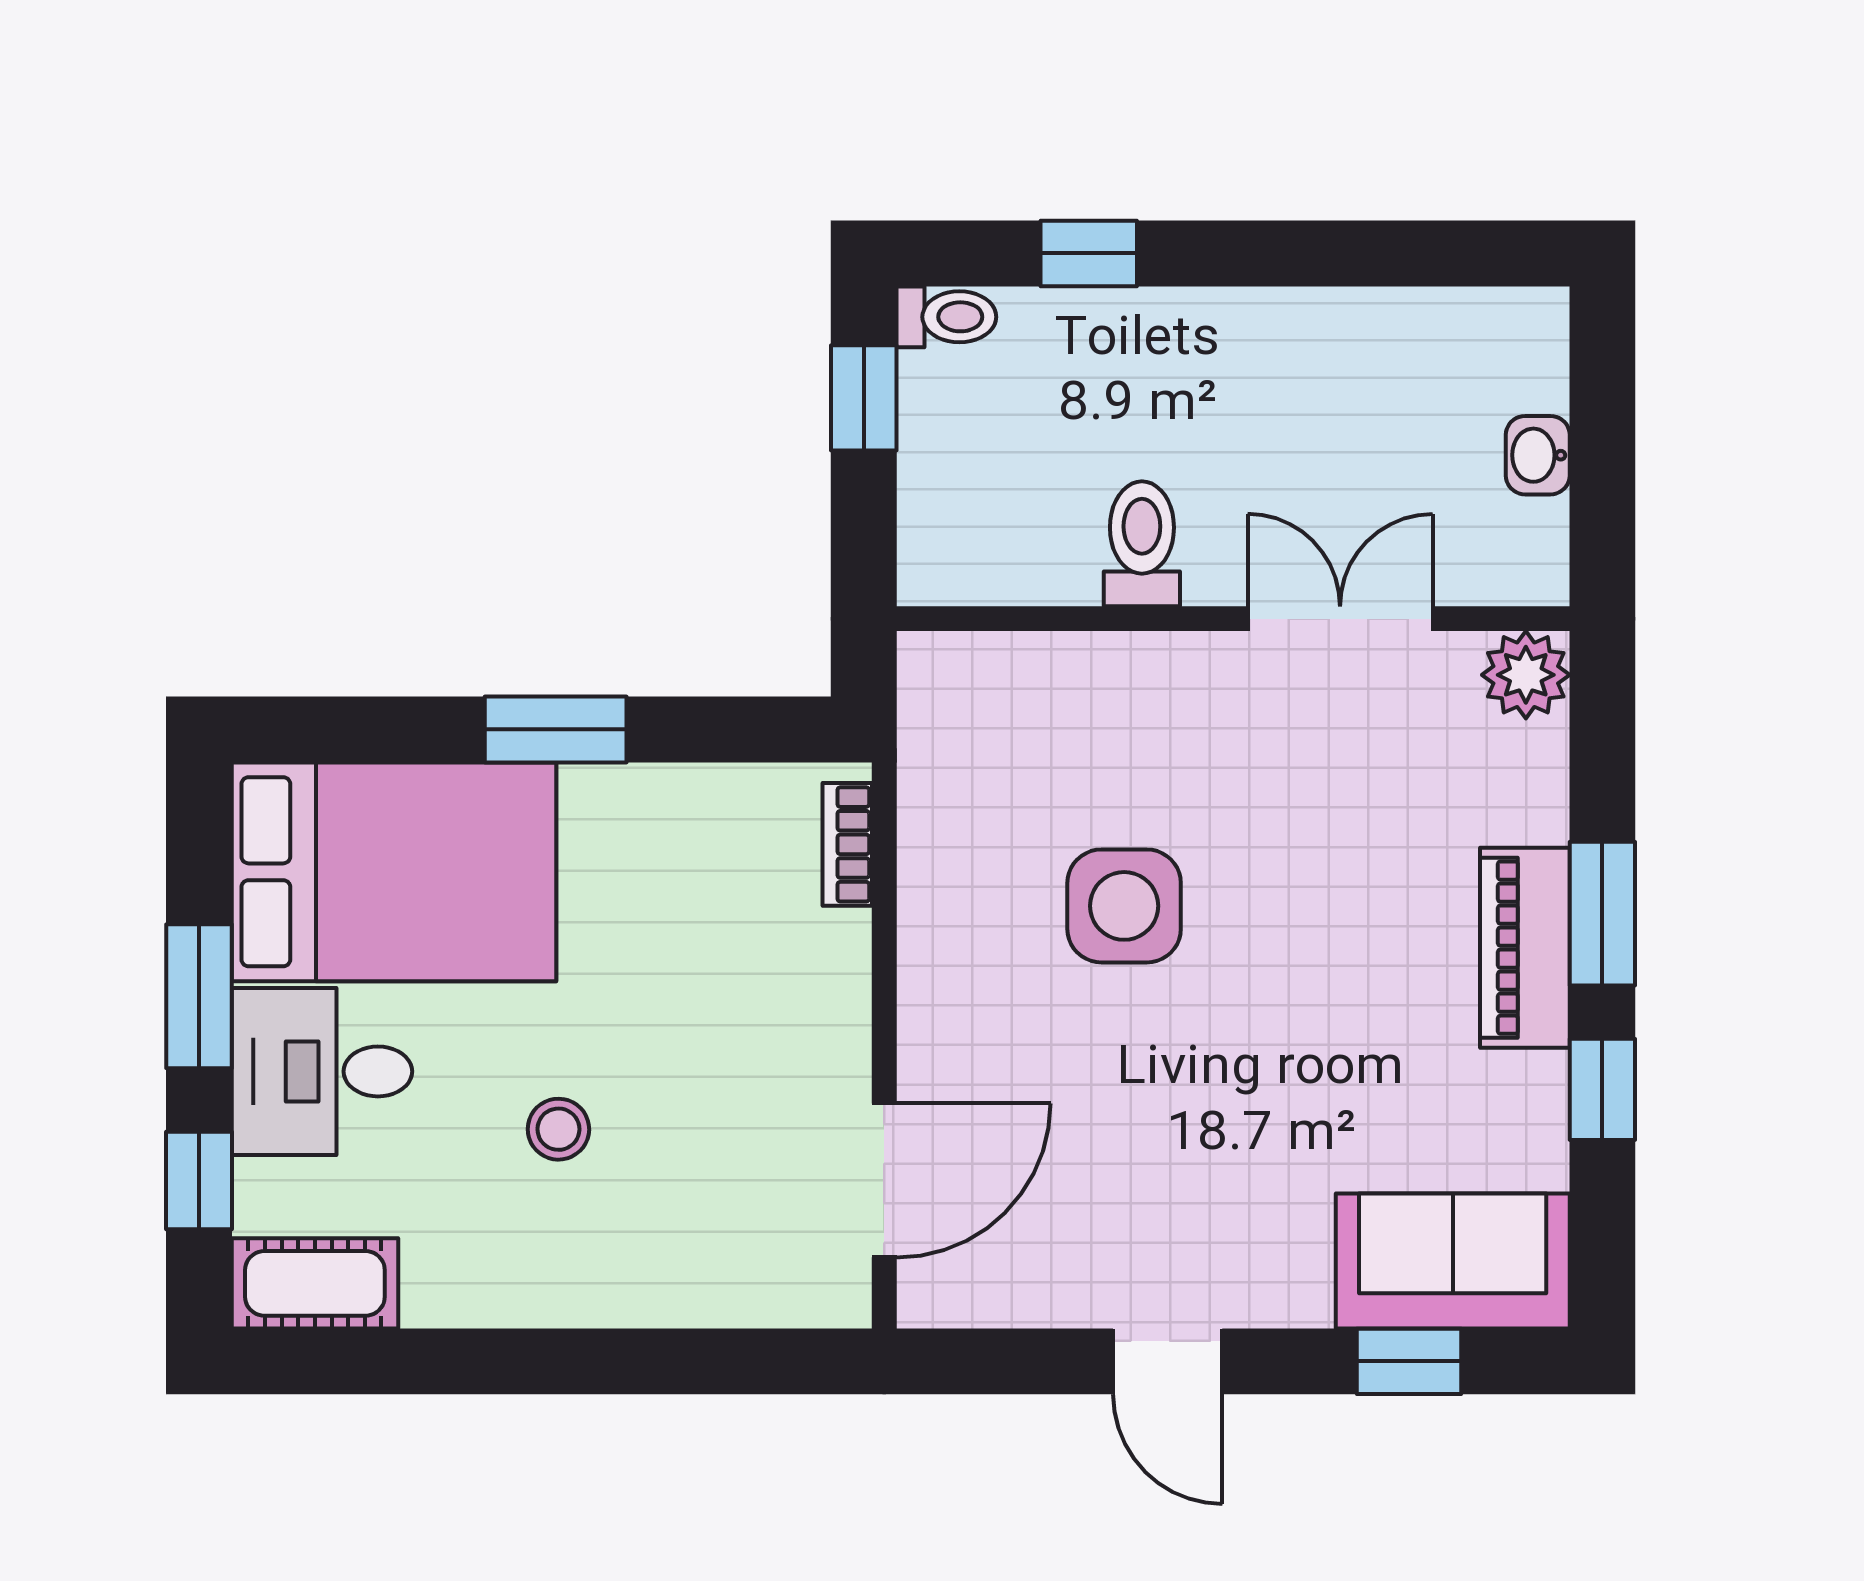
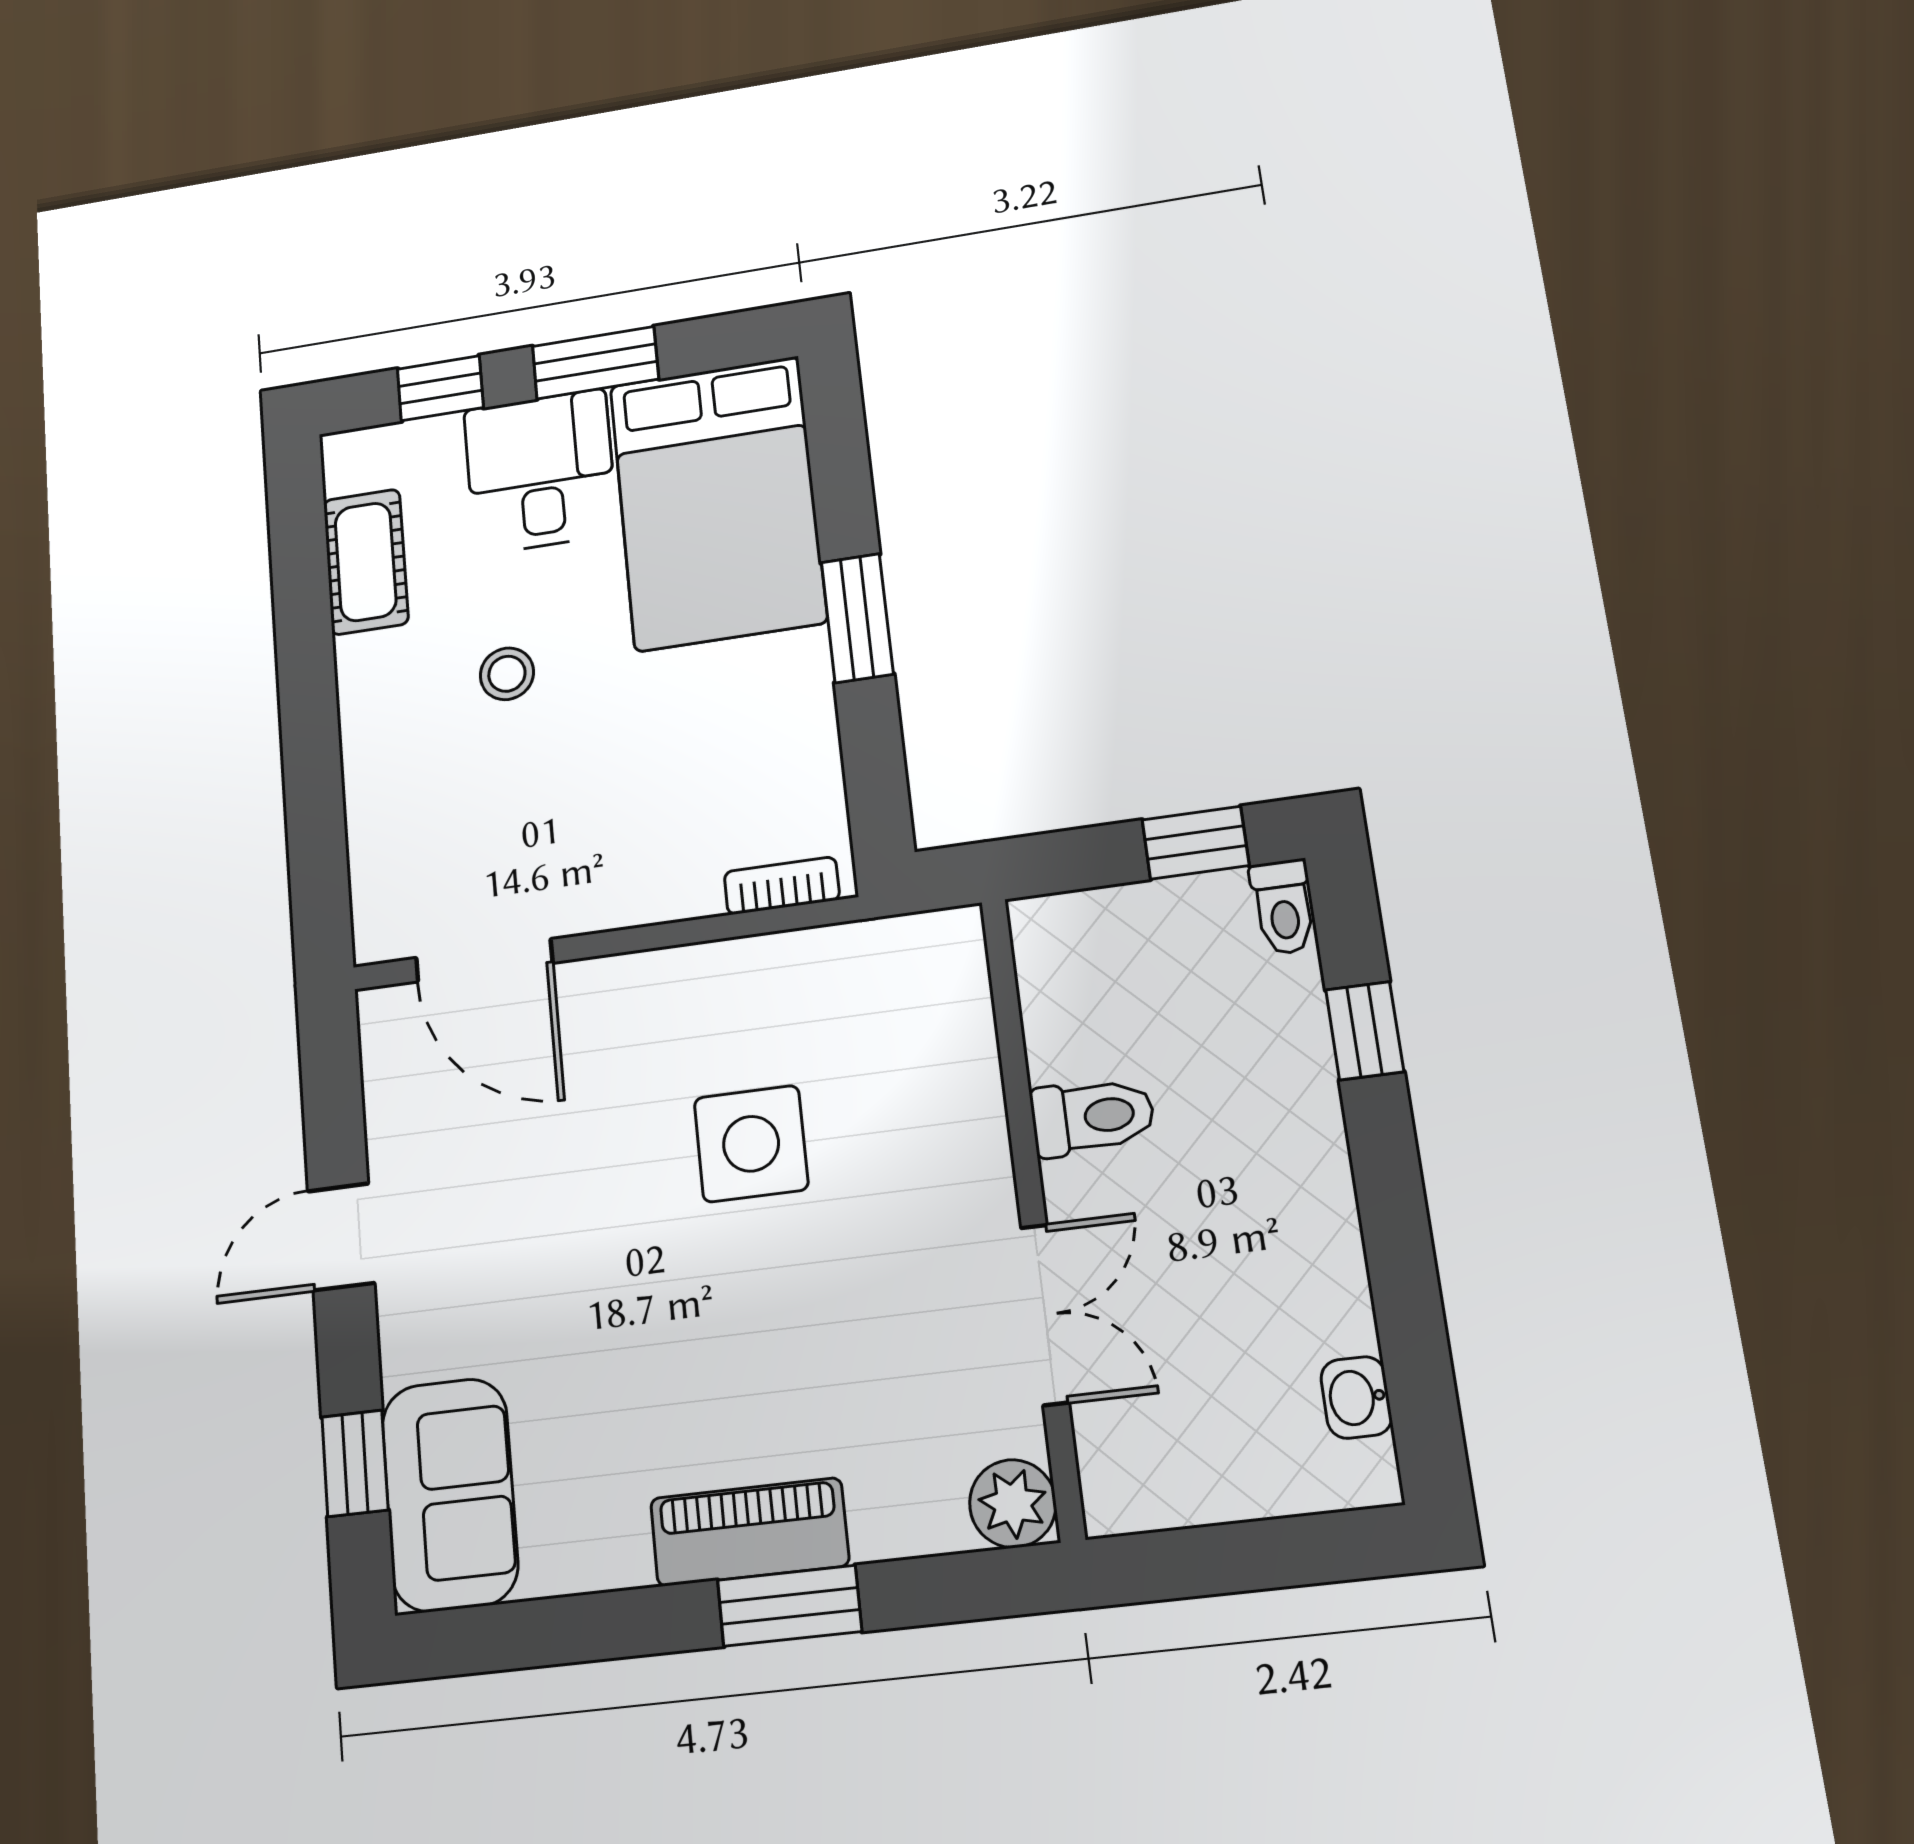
washbasin: (1538, 455) -> (1356, 1397), moved, turned -90
window: (1602, 1089) -> (622, 1624), removed
cot: (315, 1283) -> (366, 562), moved

